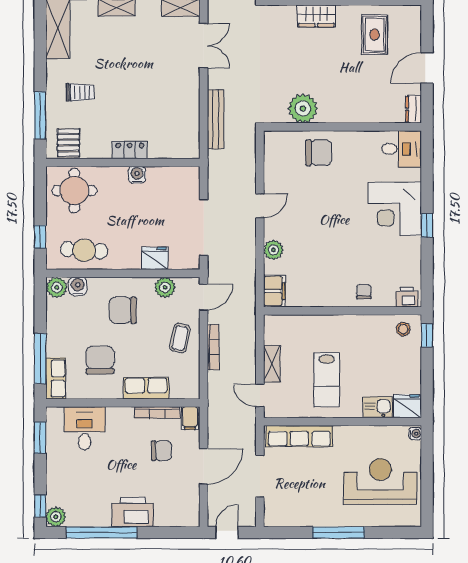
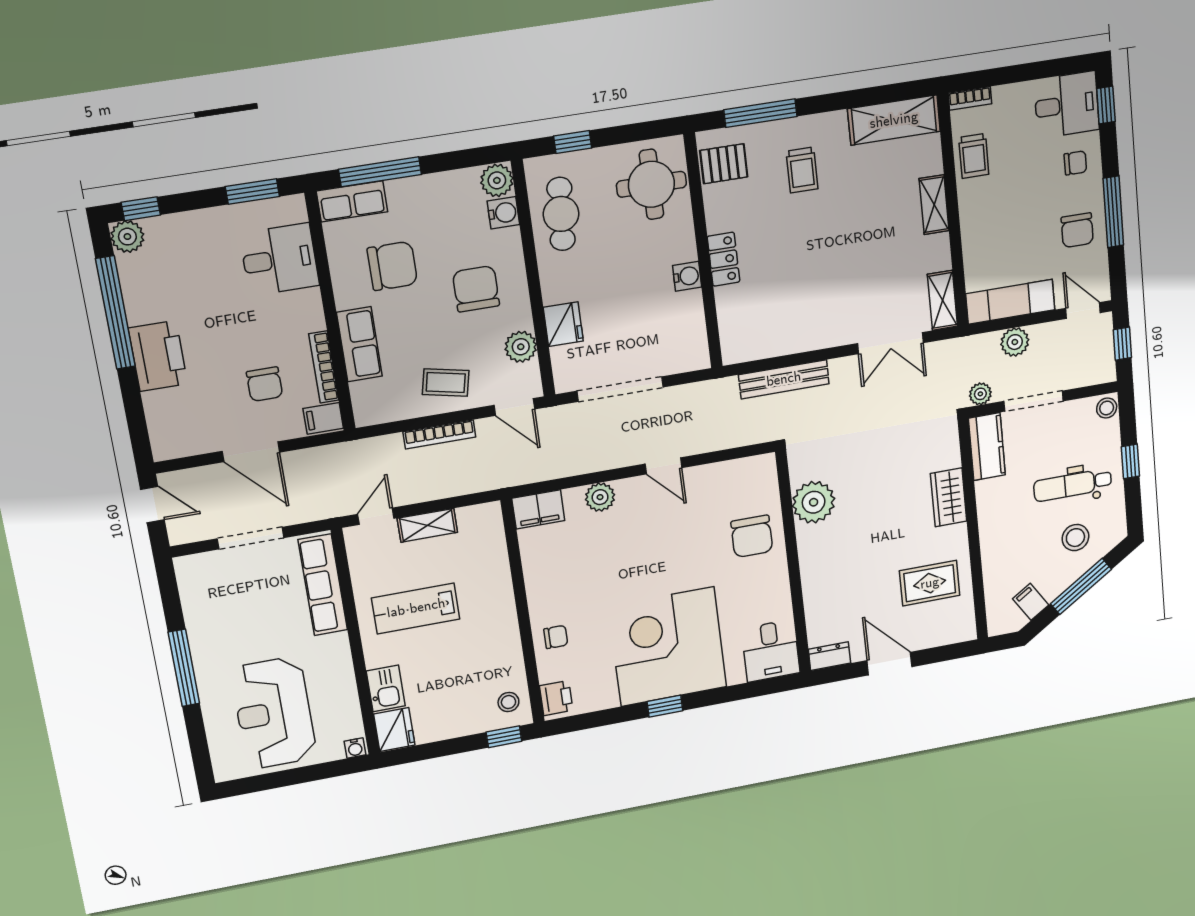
corner desk: (395, 209) -> (667, 647), width x1.36, depth x1.36
reception desk: (380, 481) -> (274, 713), turned 180

